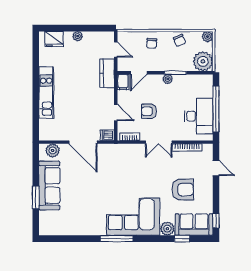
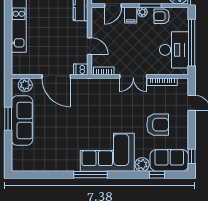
filing cabinet: (123, 82) -> (131, 15), moved
armchair: (149, 111) -> (162, 16), moved
window: (36, 197) -> (8, 119), moved

